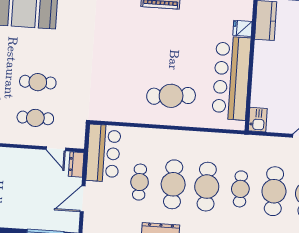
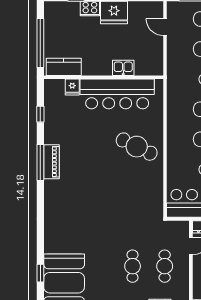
cafe table: (171, 96) -> (137, 147), turned -59
kitchen sink: (258, 120) -> (123, 68), moved

